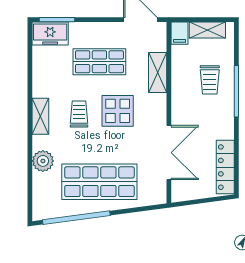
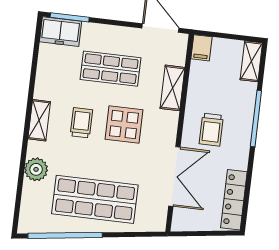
shelving: (207, 30) -> (251, 61), moved, turned 90
trolley: (210, 80) -> (211, 130), moved

